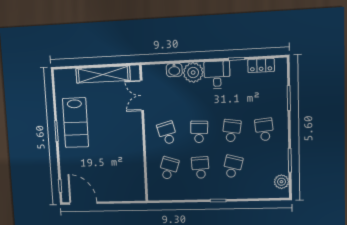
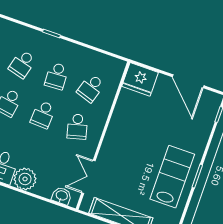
washbasin: (174, 70) -> (62, 196), moved
double door: (142, 96) -> (88, 177), swing flipped
fridge: (132, 190) -> (140, 79), added
door: (83, 203) -> (188, 81), moved

